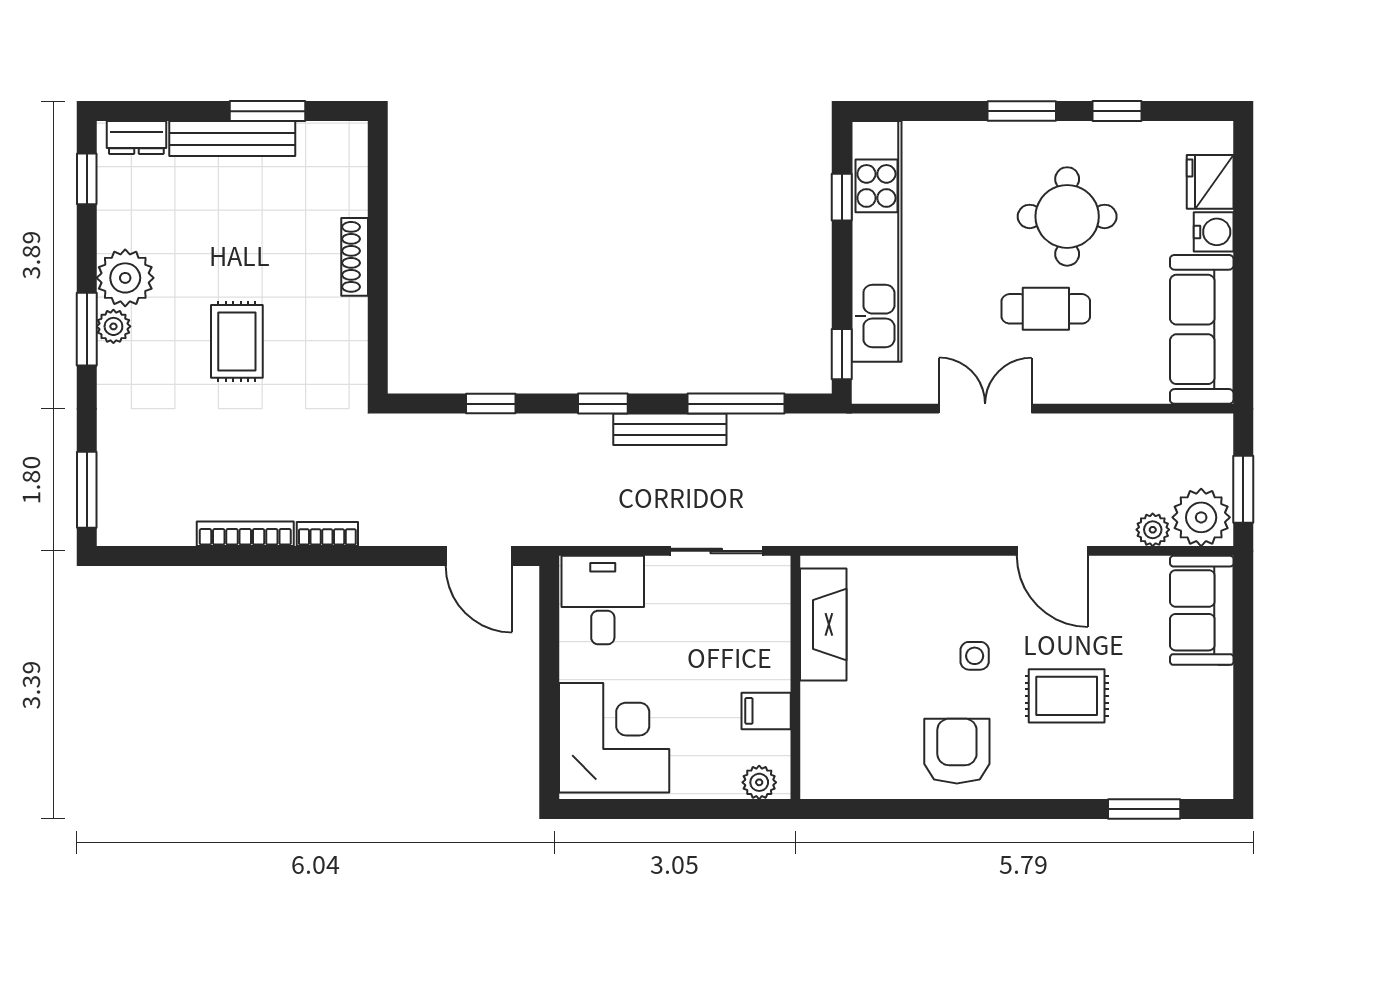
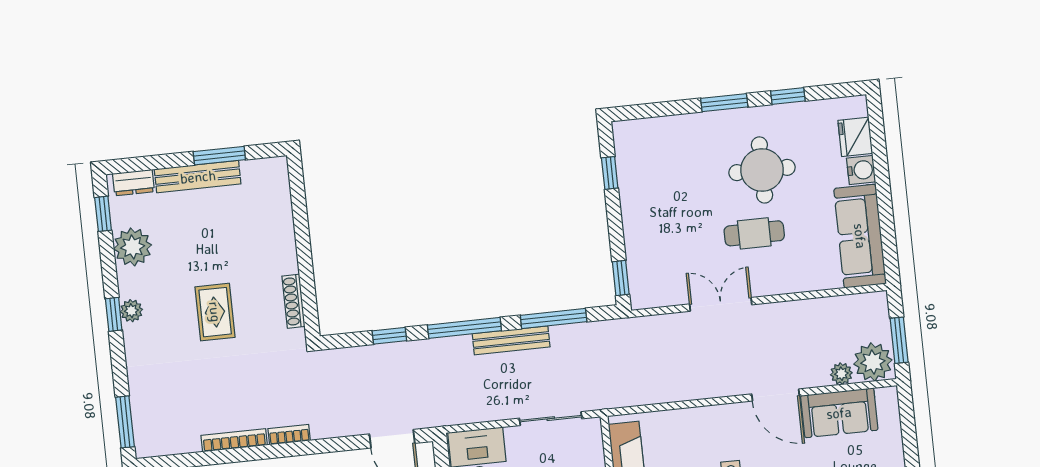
kitchen unit: (876, 241) -> (636, 200), removed
shoe rack: (355, 257) -> (294, 301), moved
plant: (125, 278) -> (133, 247), moved
window: (87, 329) -> (114, 314), width x0.67
window: (603, 404) -> (464, 328), width x2.17
sofa: (1202, 610) -> (839, 413), moved, turned -90

